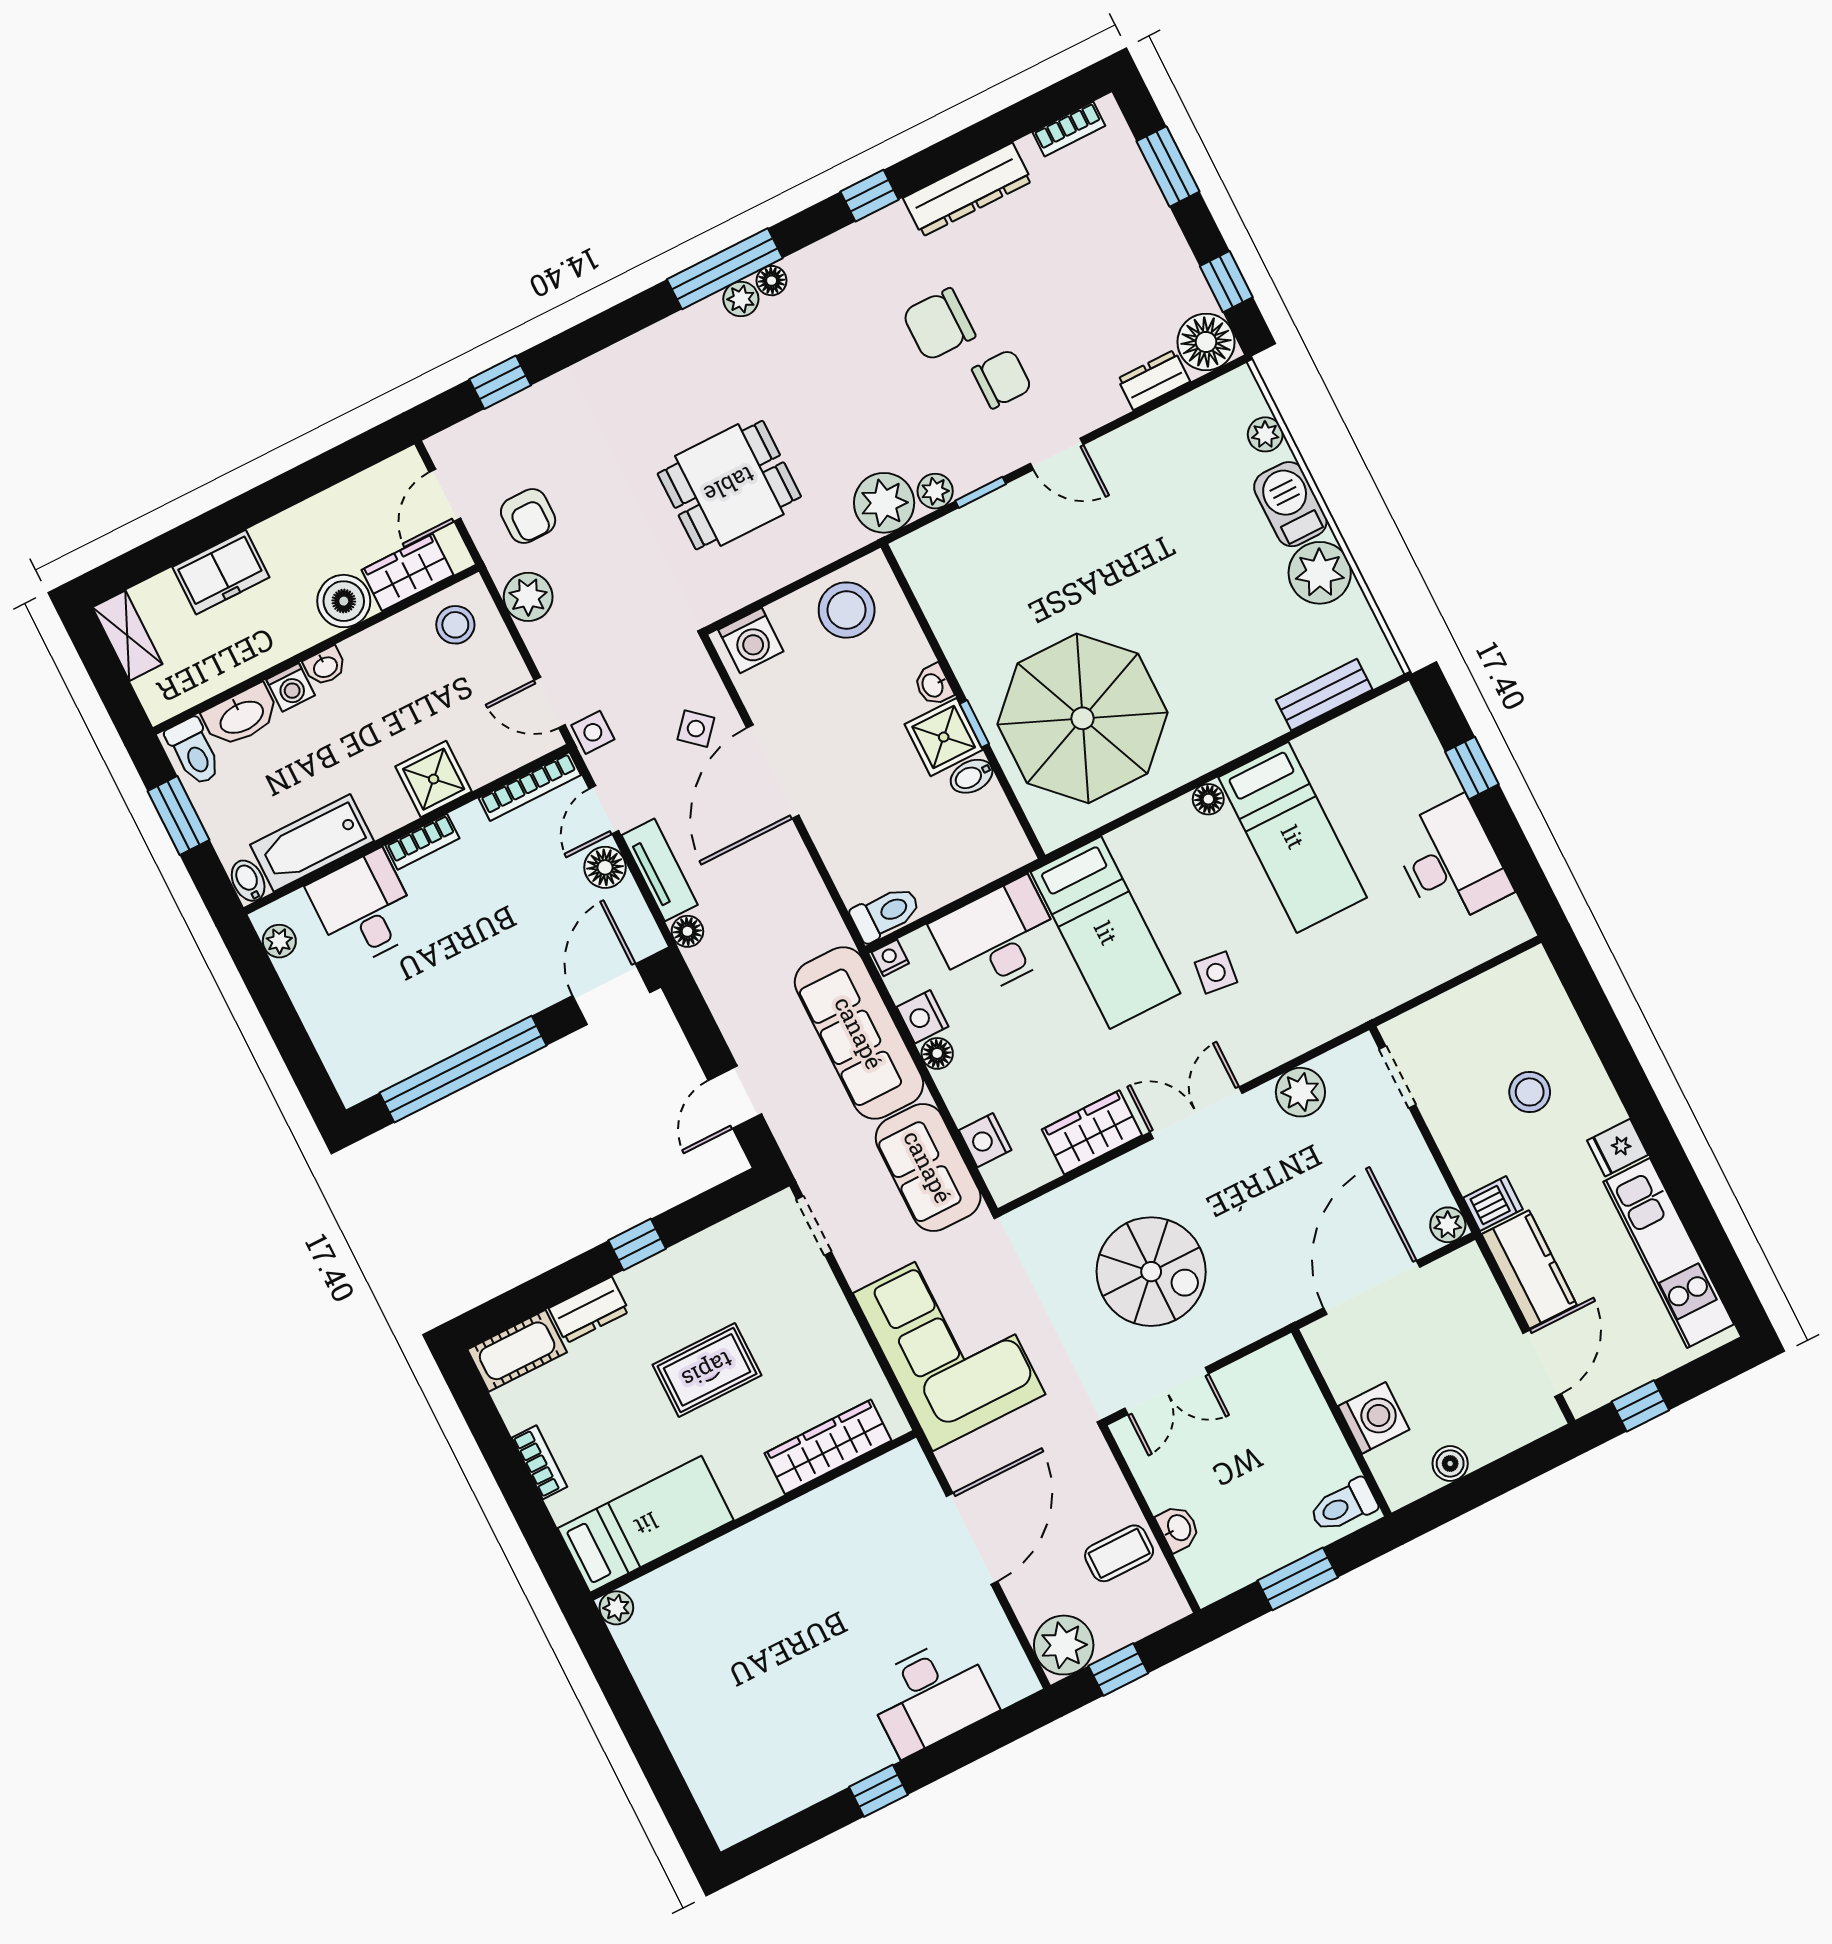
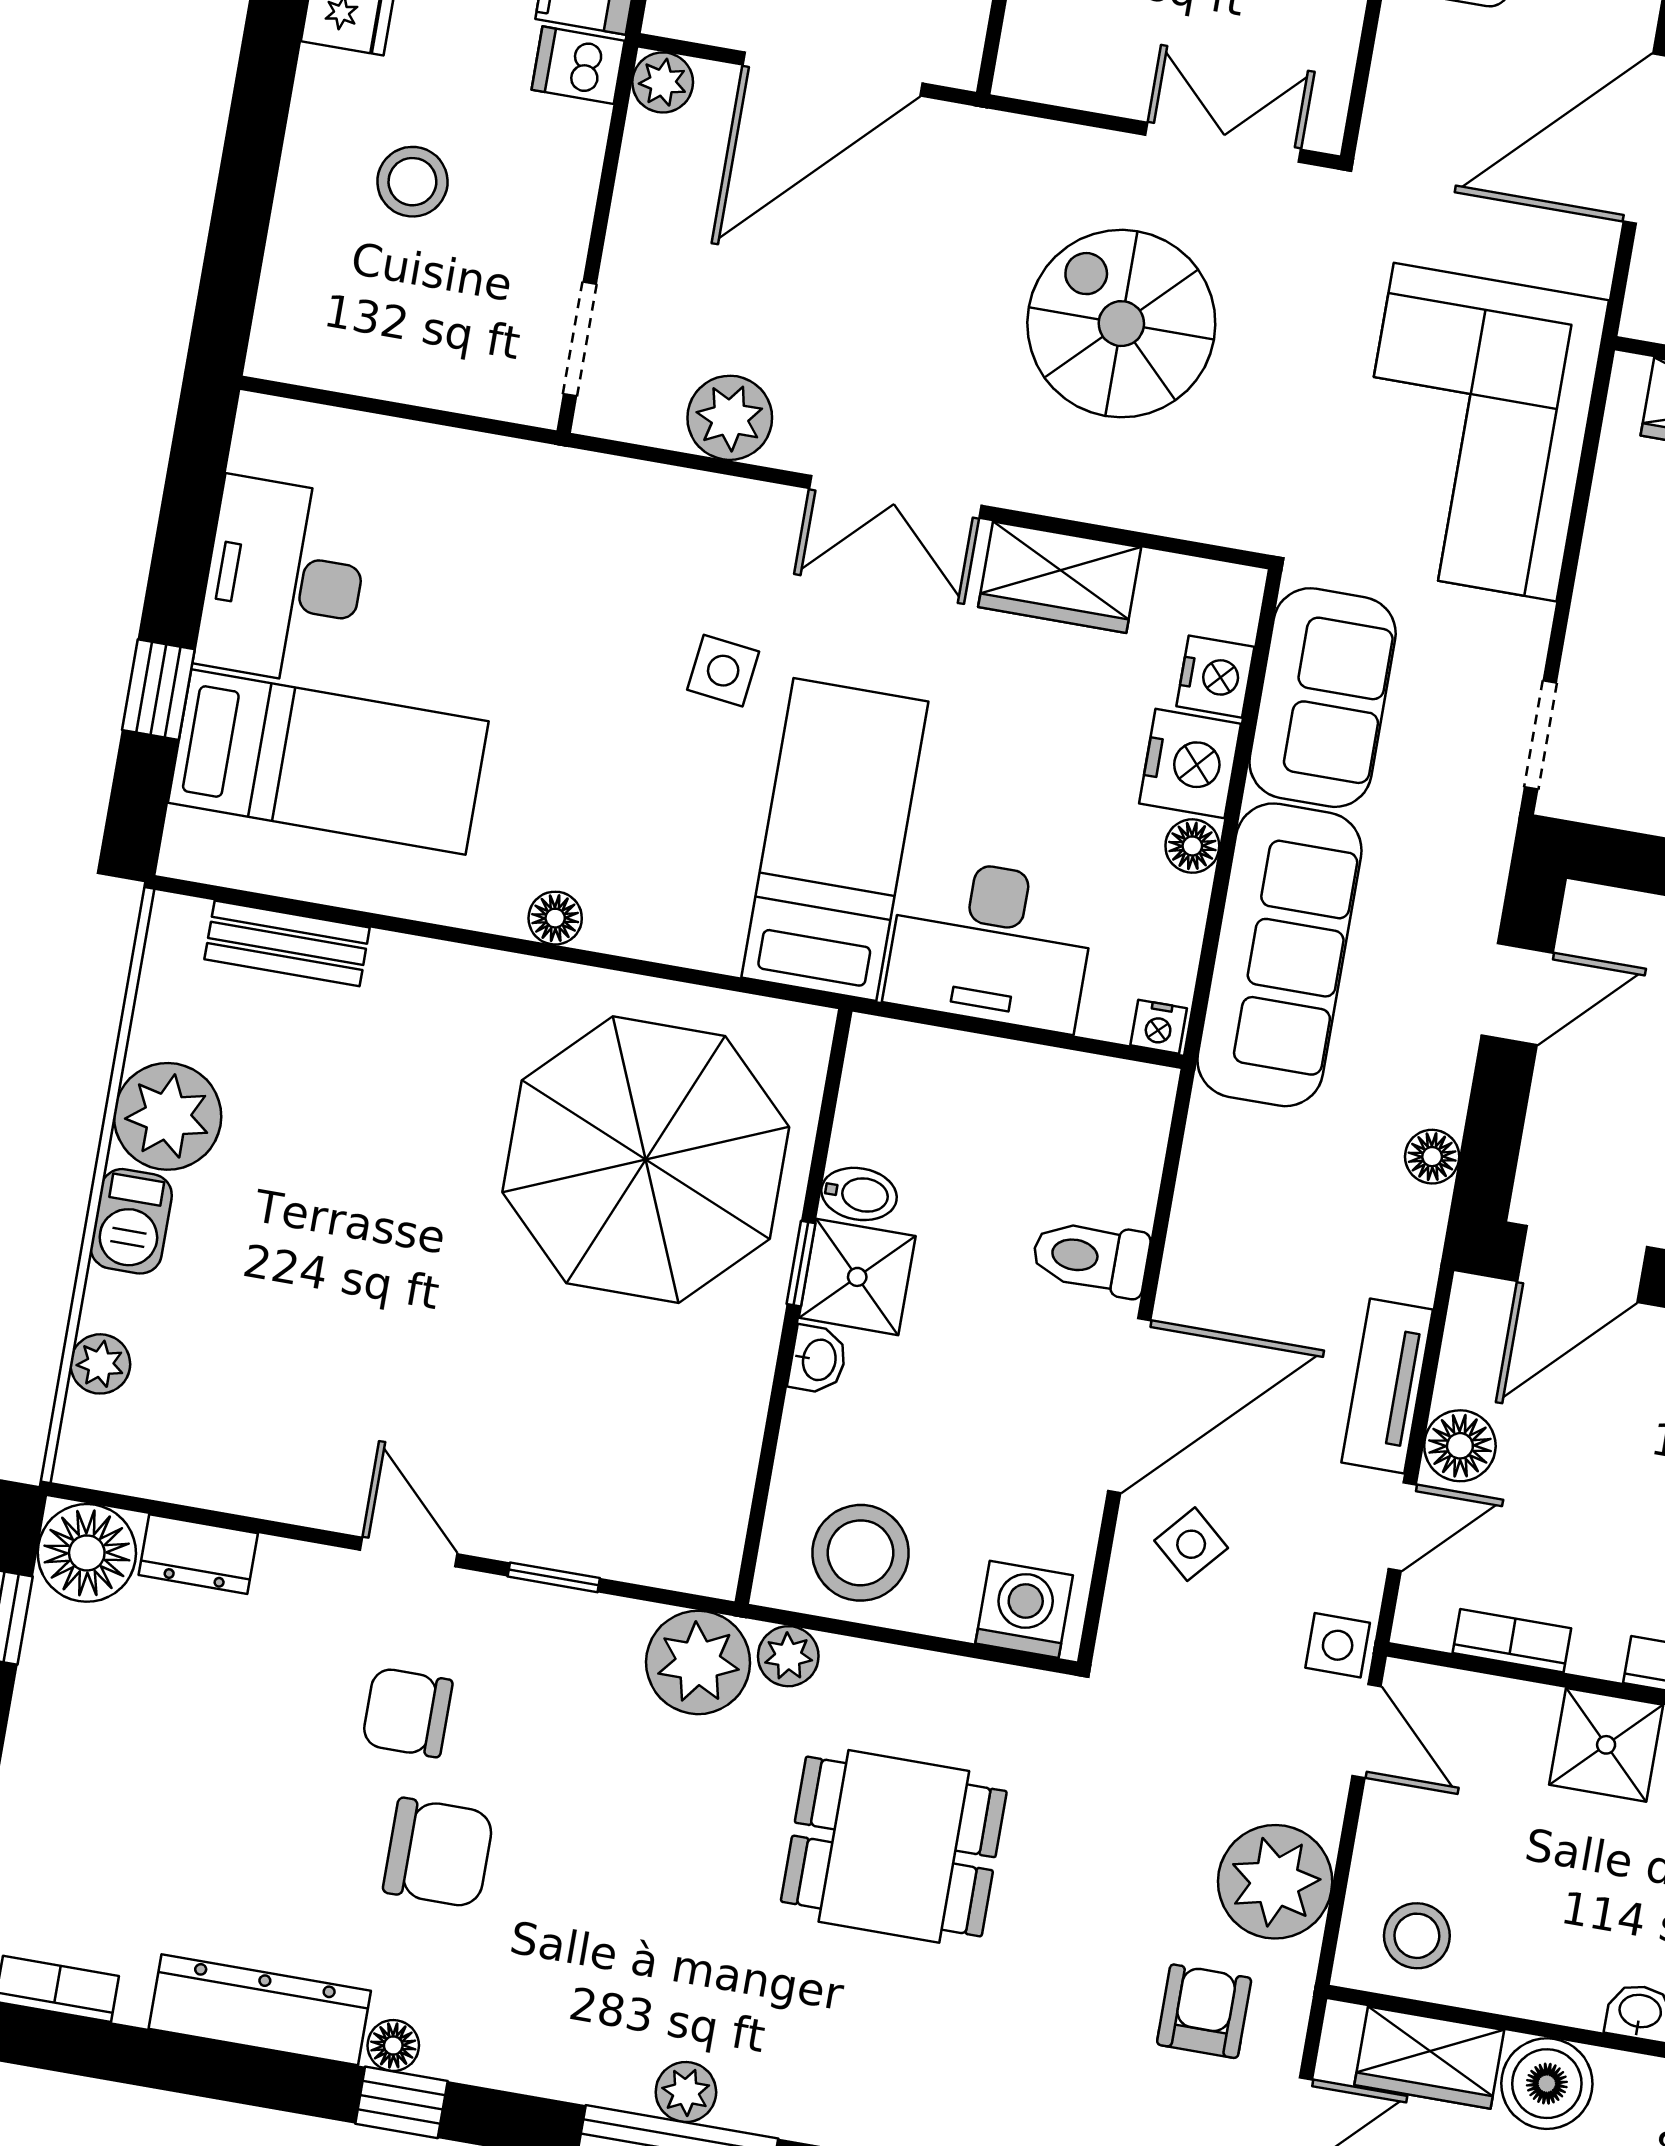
floor lamp: (772, 281) -> (393, 2045), moved
plant: (935, 491) -> (788, 1656), moved
barbecue: (1290, 504) -> (131, 1221), width x0.73, depth x0.79
plant: (528, 597) -> (1275, 1882), width x1.36, depth x1.36
bookcase: (530, 786) -> (1512, 1641), width x0.64
bed: (1293, 837) -> (328, 762), moved, turned 90
toilet: (886, 913) -> (1090, 1257), moved
floor lamp: (687, 931) -> (1432, 1157), moved
nightstand: (922, 1017) -> (1190, 764), moved, width x1.36, depth x1.33

